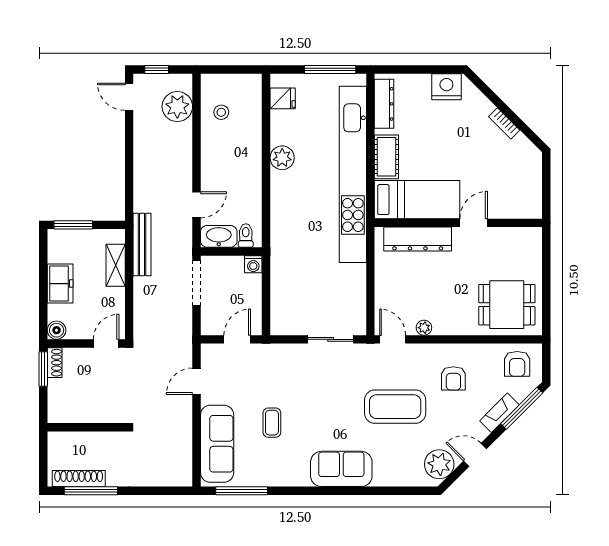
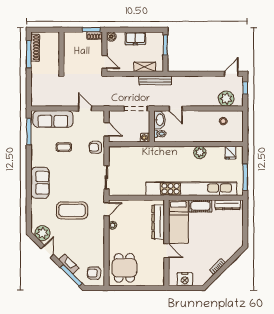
nightstand: (446, 87) -> (185, 279), moved, turned 90
armchair: (453, 378) -> (95, 147), moved
coffee table: (395, 407) -> (72, 210), turned 90

